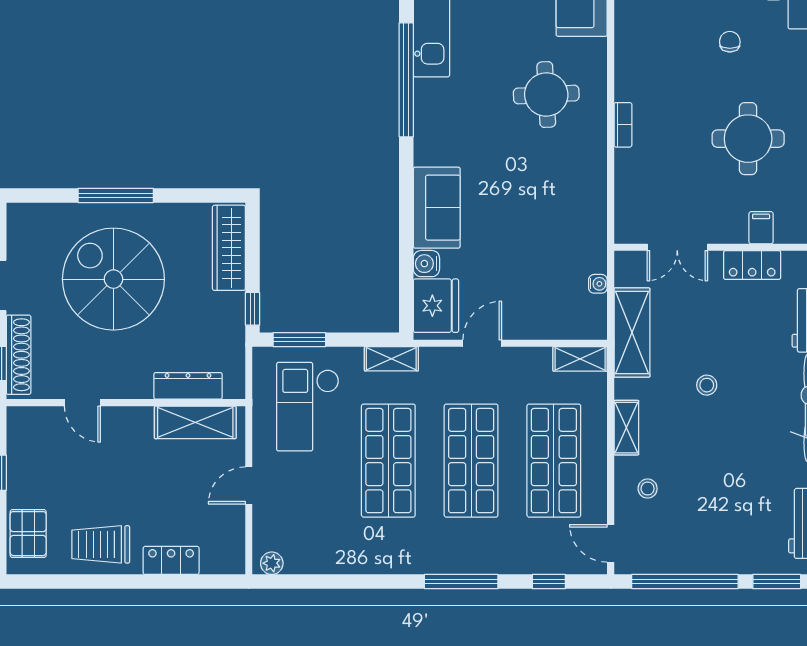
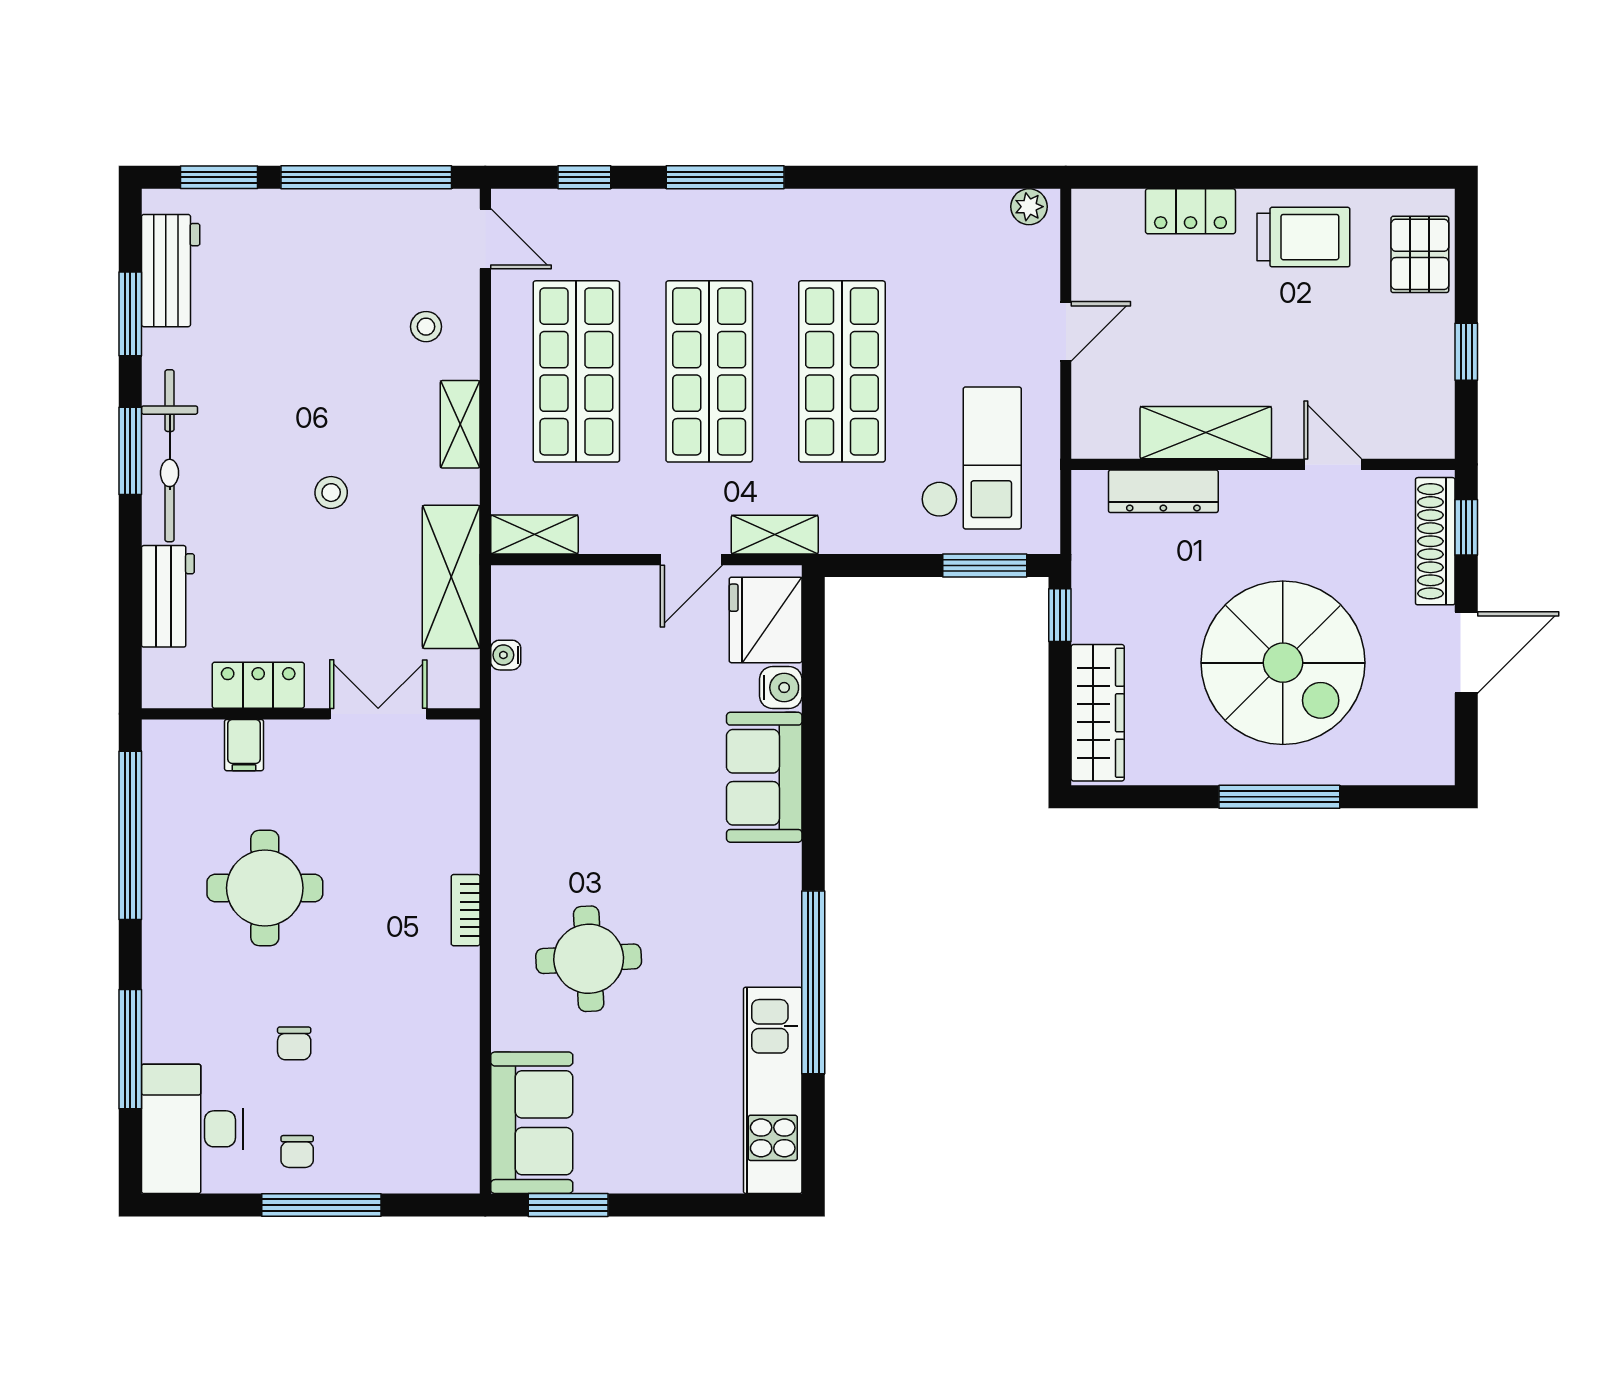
shelving: (391, 359) -> (775, 535), moved
shelving: (195, 422) -> (1206, 433), moved

